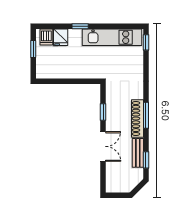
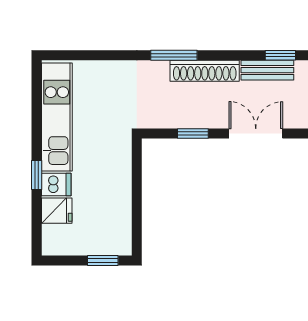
dishwasher: (46, 37) -> (56, 185), moved
window: (146, 42) -> (66, 55), removed
window: (33, 49) -> (103, 261), moved
window: (146, 115) -> (174, 55), moved

